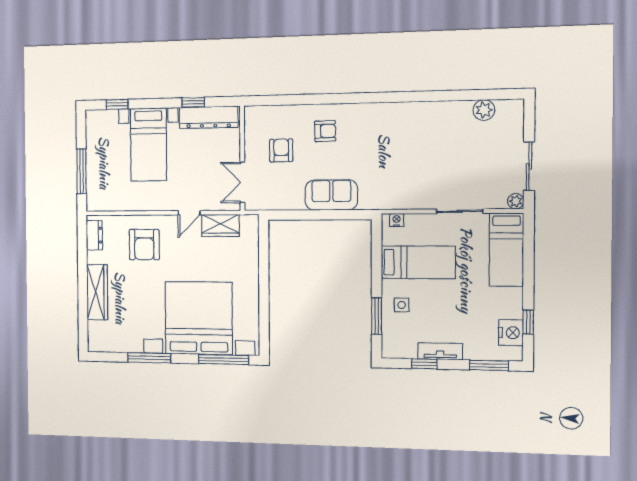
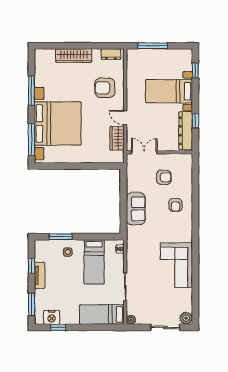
plant: (484, 110) -> (186, 318), moved
corner sofa: (424, 128) -> (176, 265), added
sliding door: (529, 166) -> (165, 327), moved

